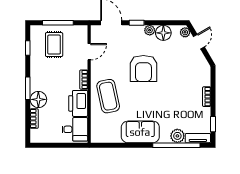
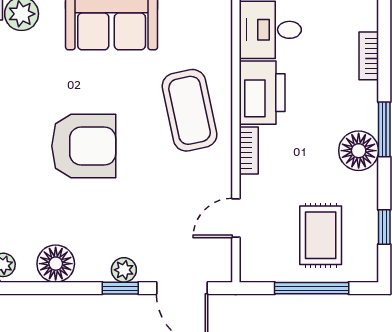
plant: (150, 30) -> (124, 270), moved
armchair: (143, 68) -> (84, 146), moved, turned 90
floor lamp: (38, 99) -> (359, 151), moved

